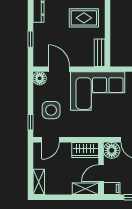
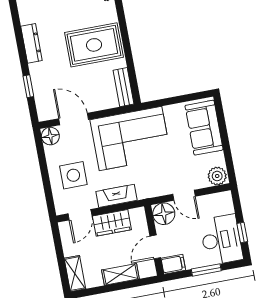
rug: (84, 18) -> (94, 45), width x1.36, depth x1.43
window: (30, 122) -> (49, 197), removed
fireplace: (80, 131) -> (117, 196), added
wardrobe: (85, 150) -> (112, 223), moved
shelving: (85, 189) -> (120, 274), moved

